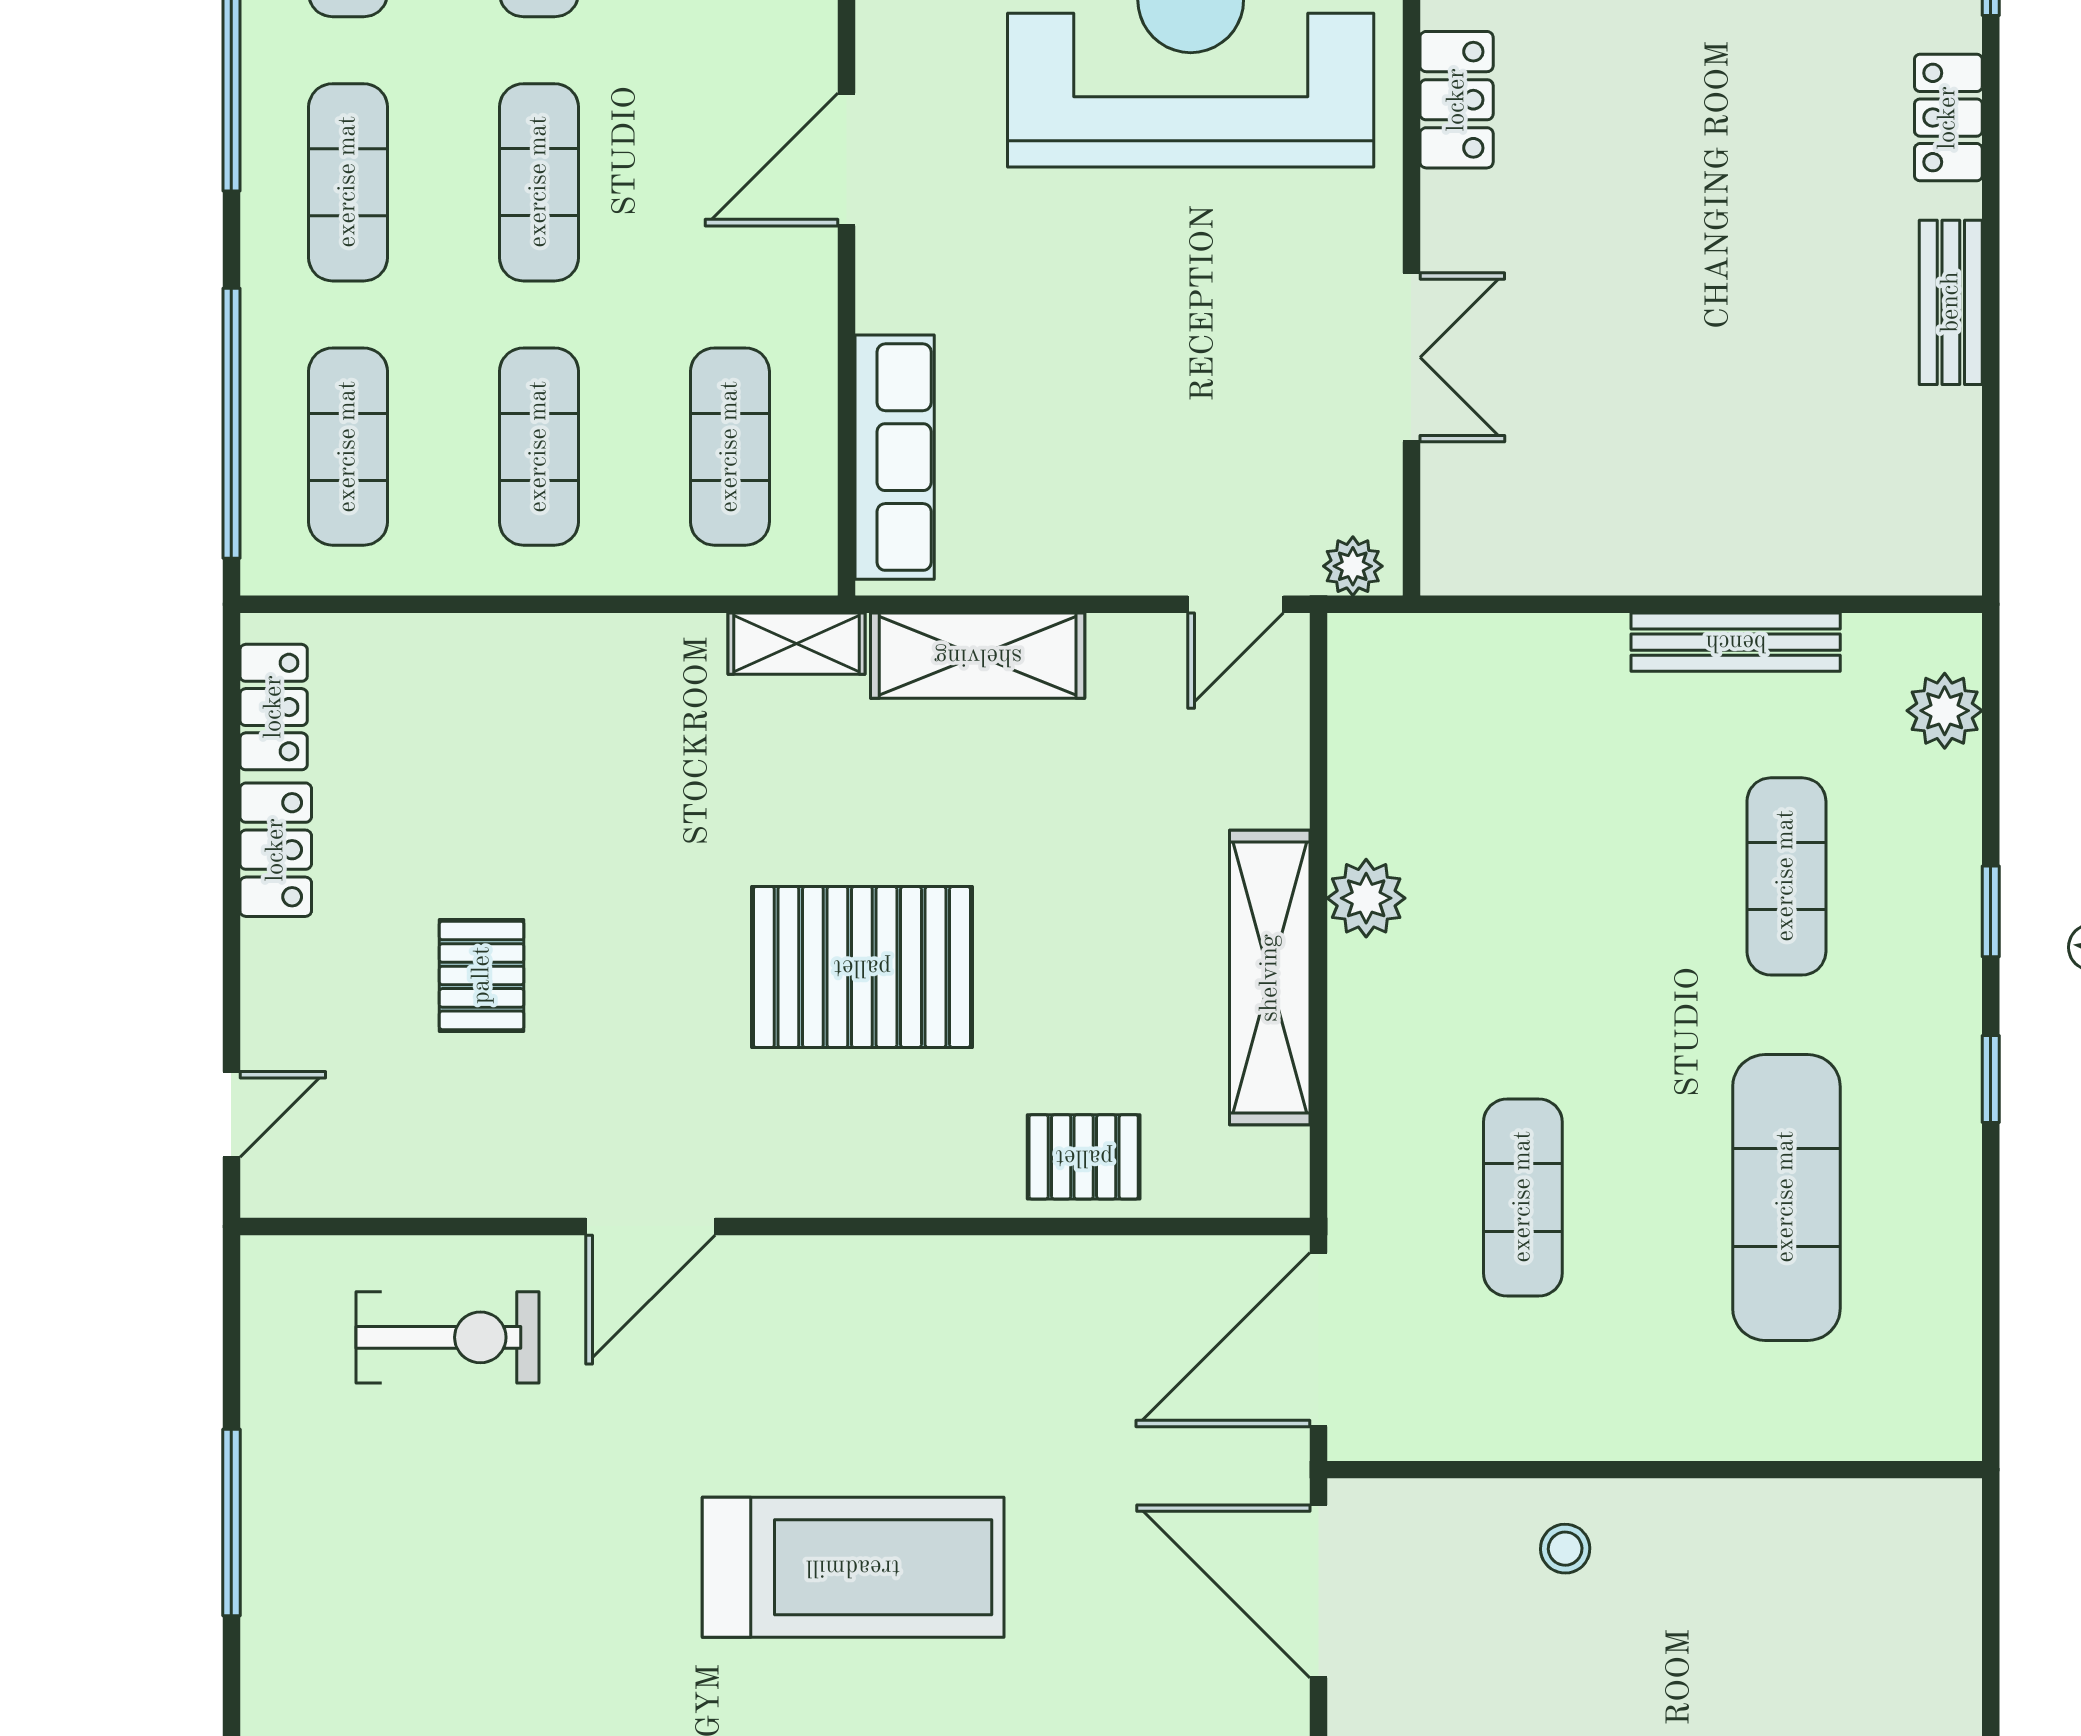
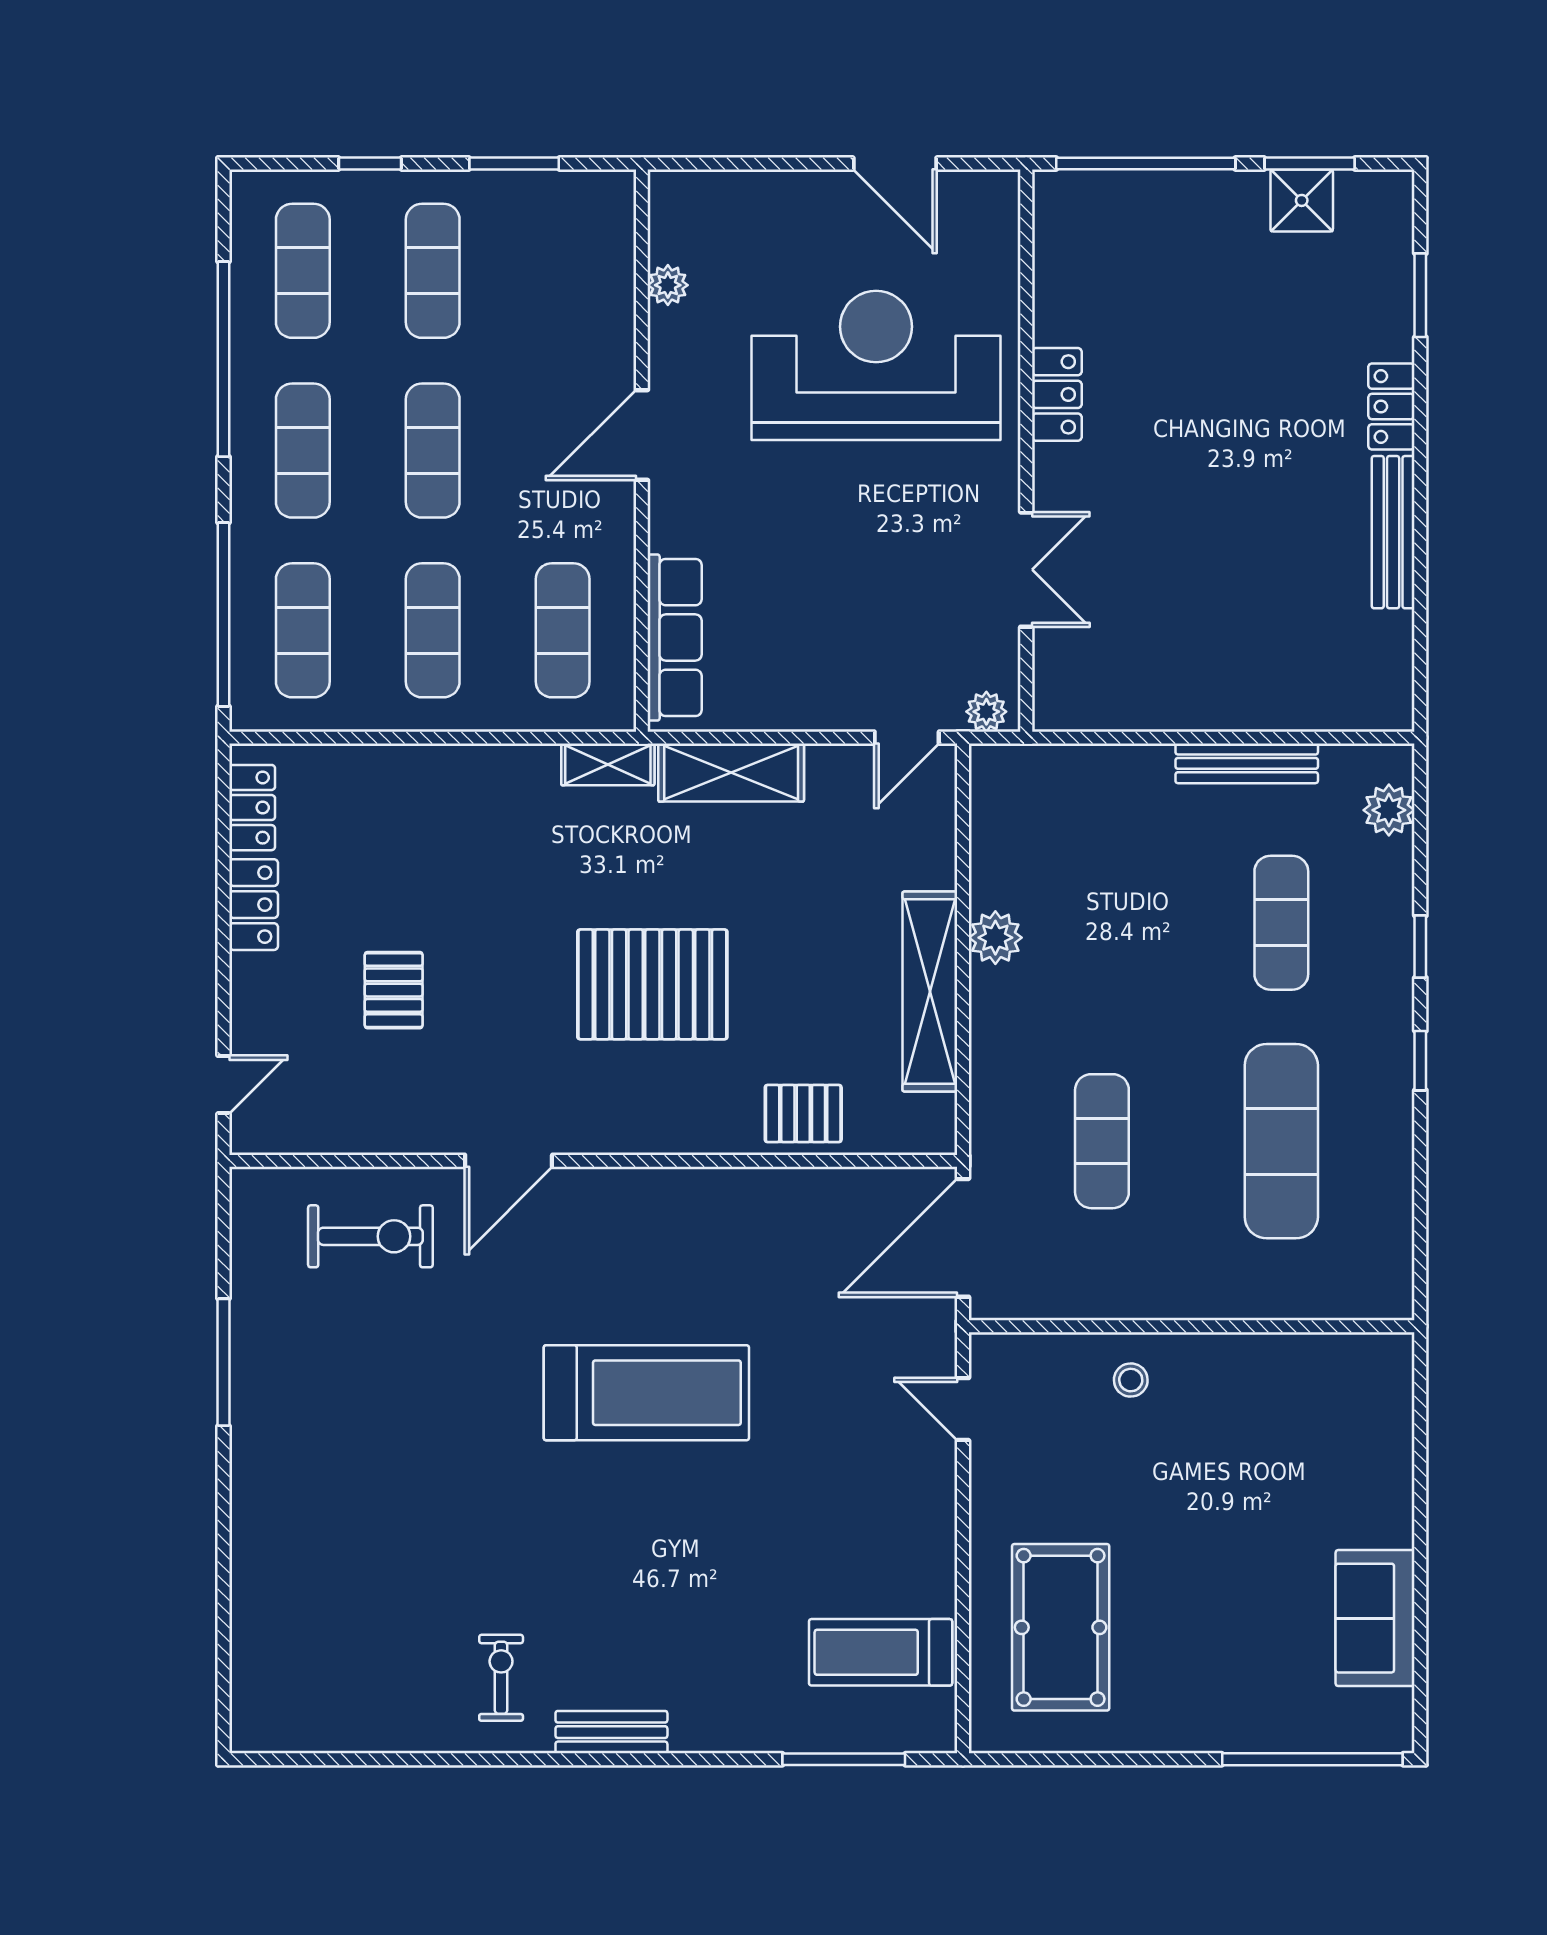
bench: (1951, 302) -> (1393, 532), width x1.36
door: (1319, 1591) -> (963, 1409), width x0.53

